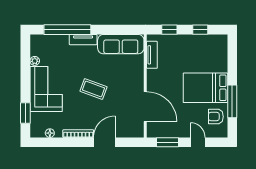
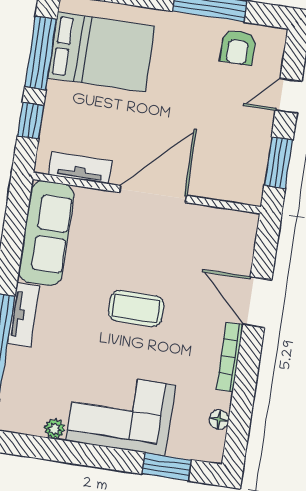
window: (200, 30) -> (41, 53), width x2.17
bed: (205, 88) -> (101, 52), moved, turned -90
coffee table: (93, 89) -> (136, 308), turned 70
door: (145, 107) -> (153, 194), moved

